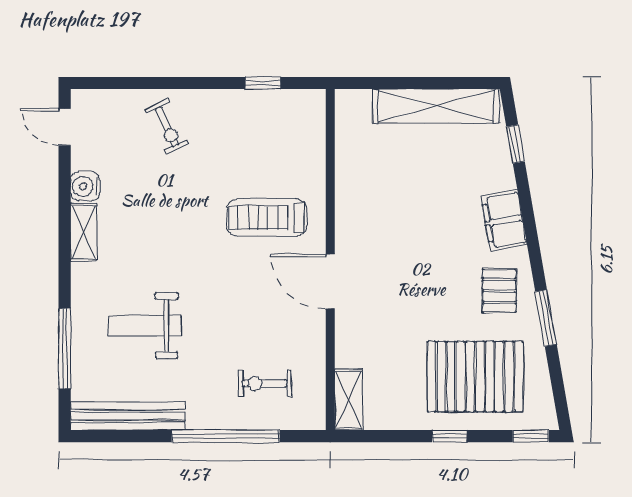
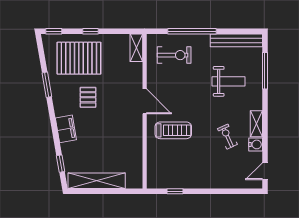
door: (65, 127) -> (265, 171), swing flipped
exercise bike: (167, 127) -> (227, 137), moved
pallet: (499, 291) -> (88, 97), moved
exercise bike: (265, 383) -> (174, 55), width x1.38, depth x1.39

